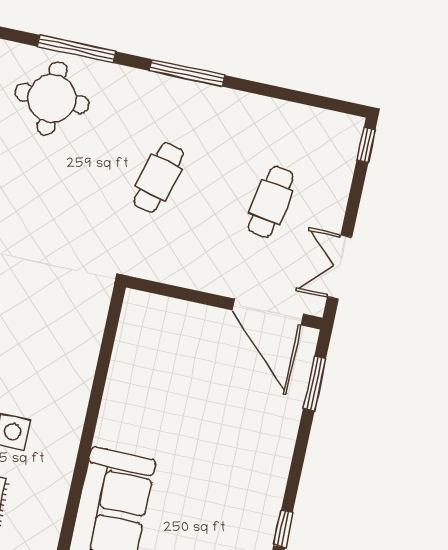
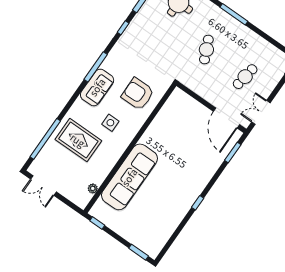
cafe table: (159, 178) -> (206, 49), turned -39
armchair: (47, 341) -> (138, 94), added

